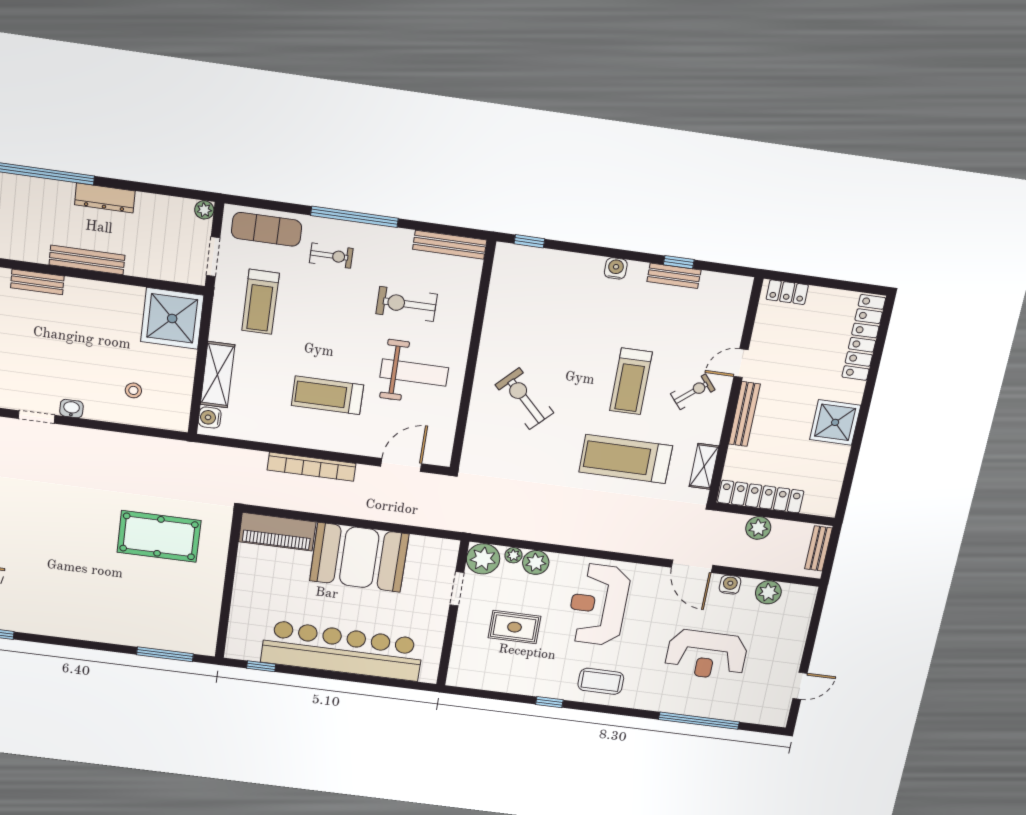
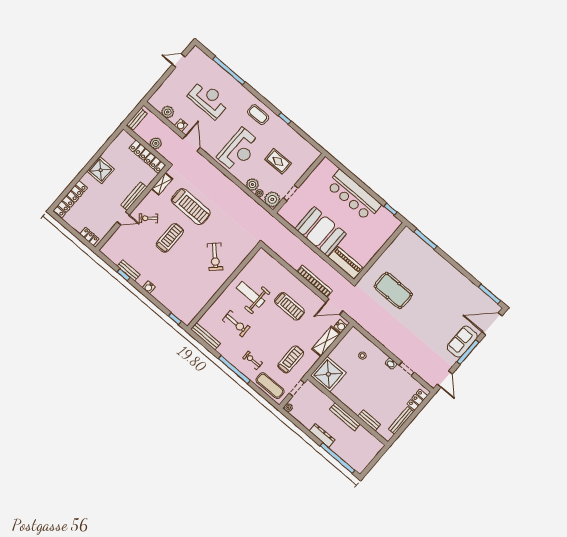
door: (401, 465) -> (334, 307), moved
bar counter: (342, 651) -> (354, 195), width x0.73

